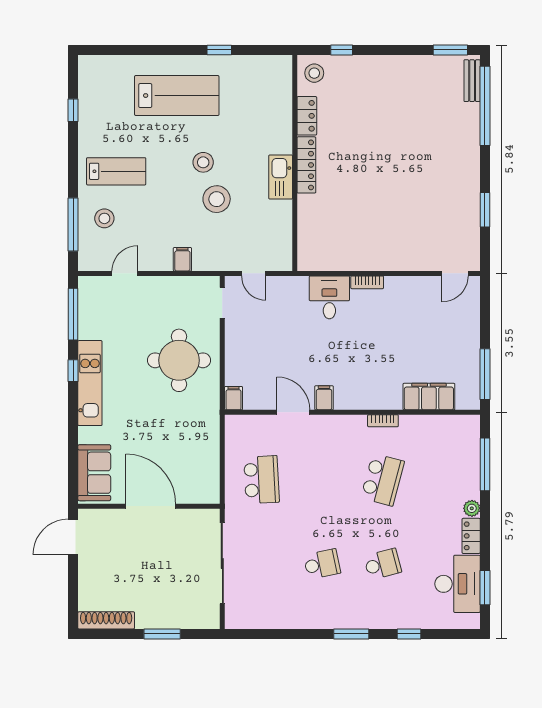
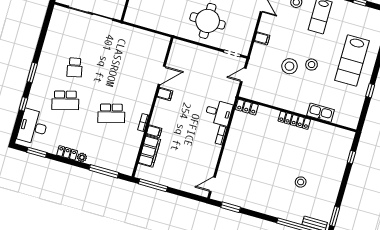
stool: (314, 73) -> (301, 182), moved
locker: (307, 116) -> (247, 107), moved
kitchen sink: (281, 177) -> (321, 113), moved
window: (485, 210) -> (231, 207), moved
door: (455, 273) -> (212, 184), hinge flipped
filing cabinet: (234, 398) -> (154, 131), moved
school desk: (261, 480) -> (130, 47), removed
school desk: (383, 480) -> (111, 113), turned -30
school desk: (383, 564) -> (65, 100), width x1.85
desk: (458, 584) -> (33, 127), moved, turned 90

